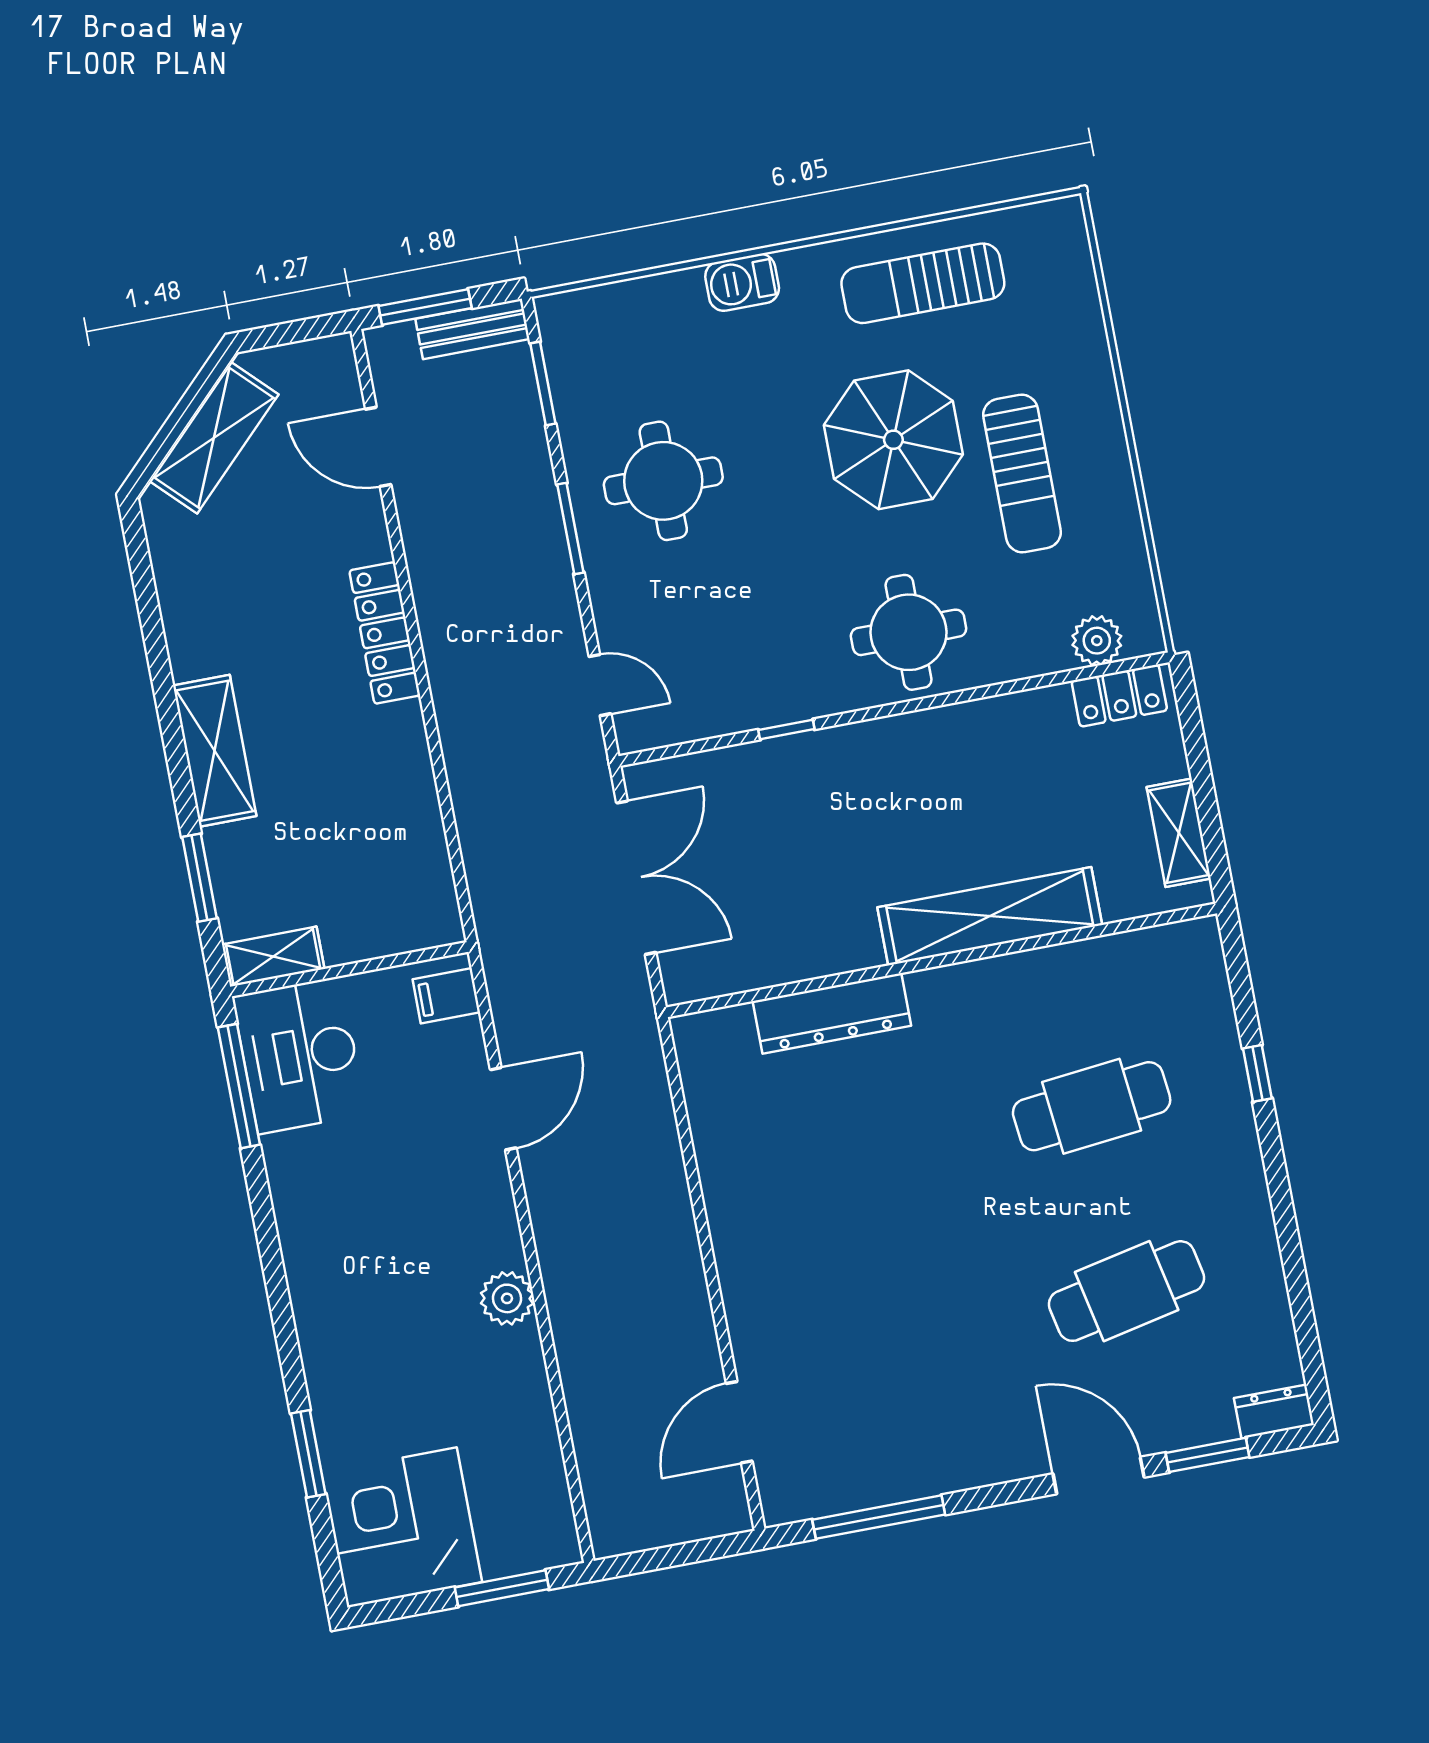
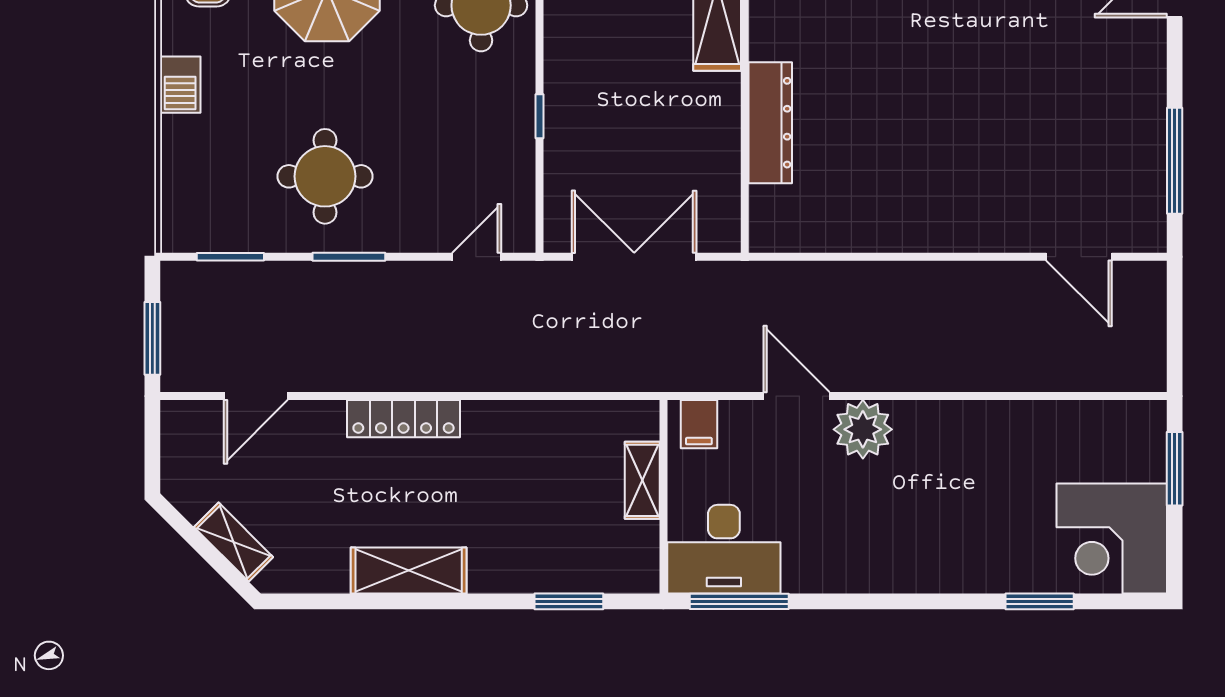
bench: (472, 329) -> (177, 304), removed
shelving: (214, 438) -> (234, 542), width x0.67, depth x0.75
shelving: (215, 751) -> (409, 570), moved
shelving: (273, 957) -> (642, 480), moved
plant: (507, 1298) -> (863, 429), moved, width x1.36, depth x1.36

